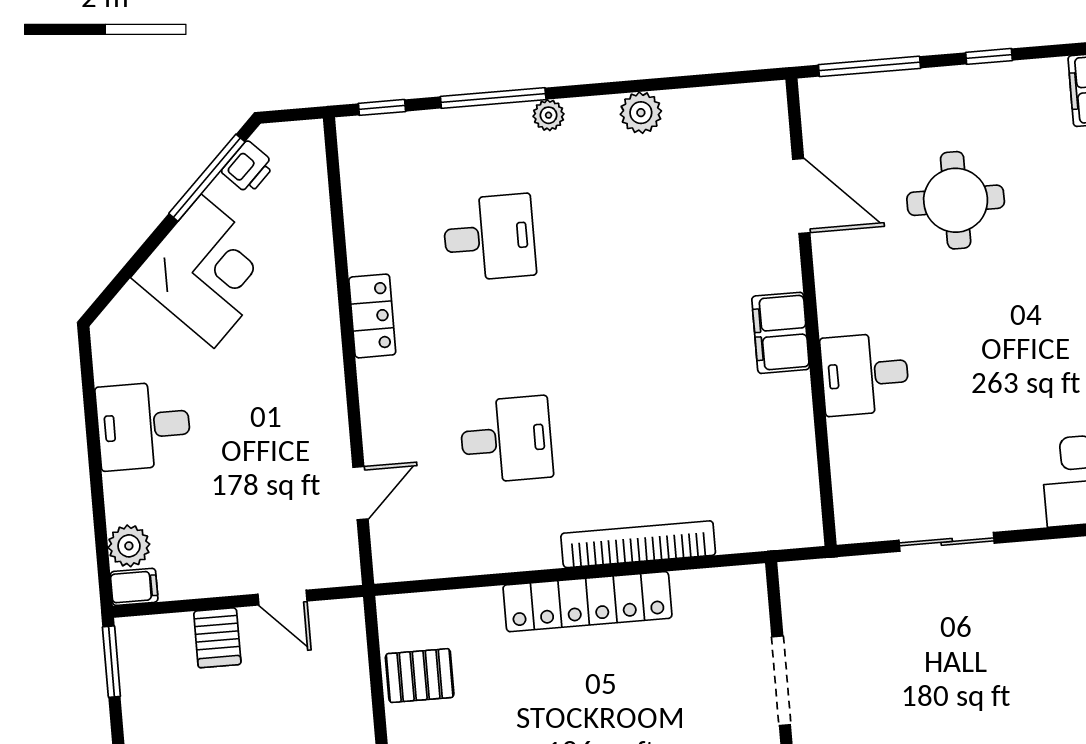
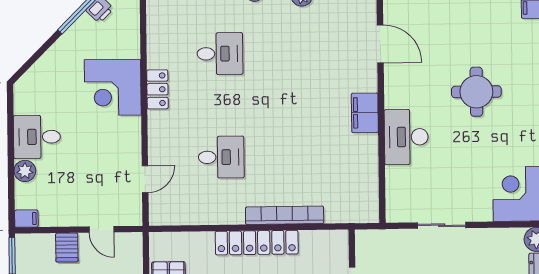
round table: (956, 200) -> (476, 92), moved
corner desk: (208, 271) -> (113, 87), moved, turned 135
desk: (865, 374) -> (406, 137), width x1.37
plant: (129, 546) -> (25, 171), moved

